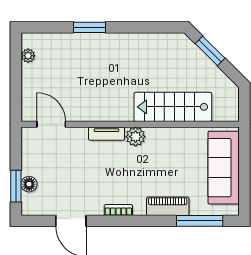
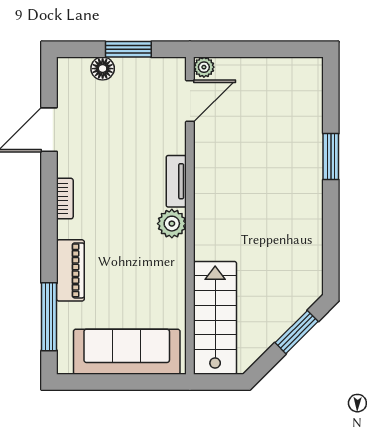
plant: (28, 56) -> (204, 67), moved
stairs: (173, 107) -> (215, 318), moved
window: (16, 186) -> (128, 49), moved

